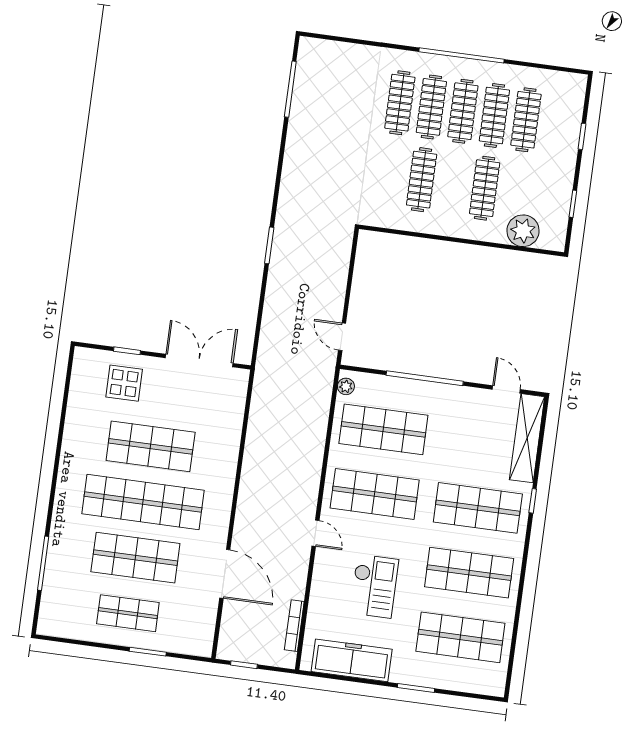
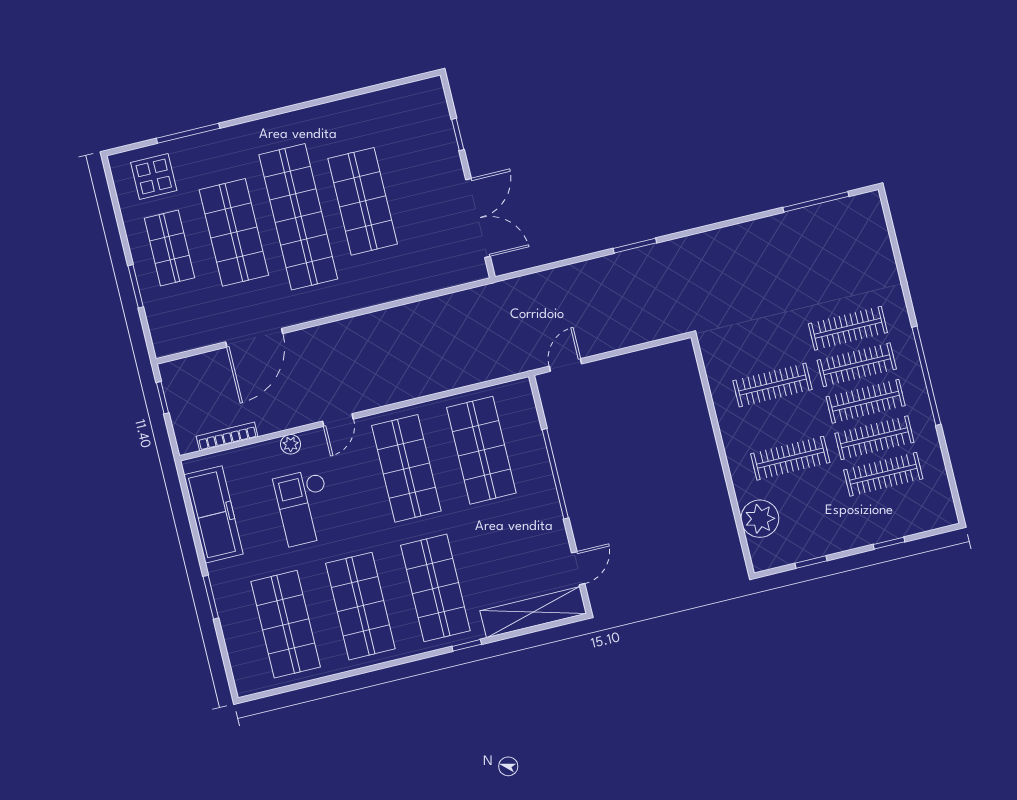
display table: (124, 383) -> (154, 176), moved
plant: (346, 386) -> (291, 444), moved
checkout: (374, 586) -> (305, 507), turned 90

